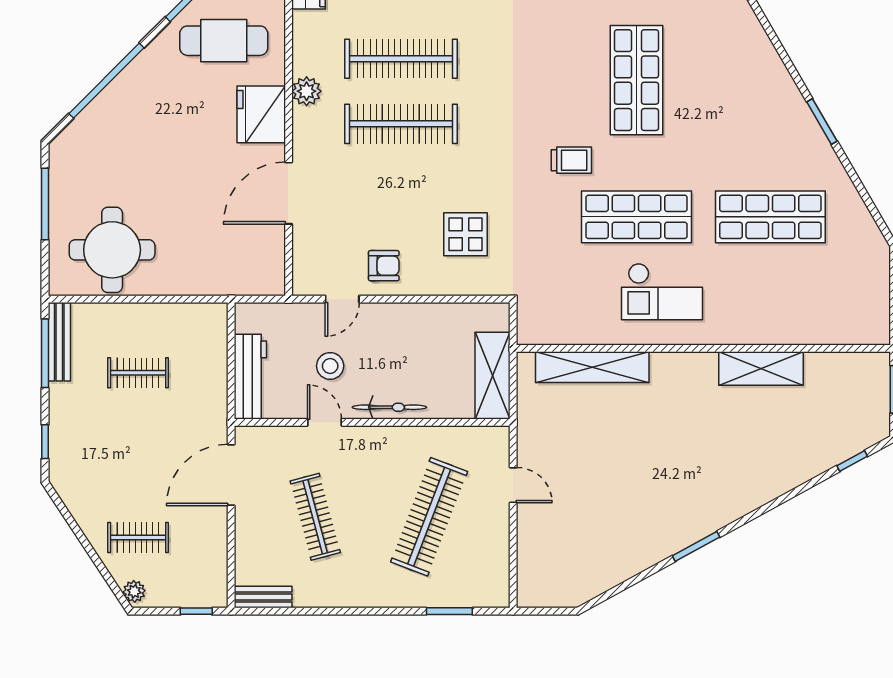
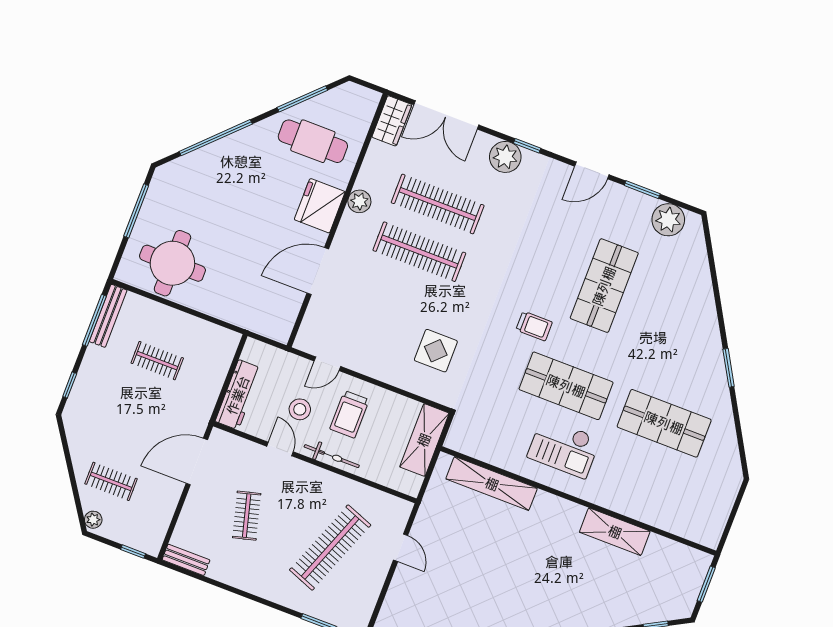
armchair: (384, 266) -> (367, 351), removed
trolley: (392, 349) -> (349, 414), added
shelving: (492, 376) -> (424, 440), moved
clothes rail: (315, 517) -> (247, 516), width x0.73

